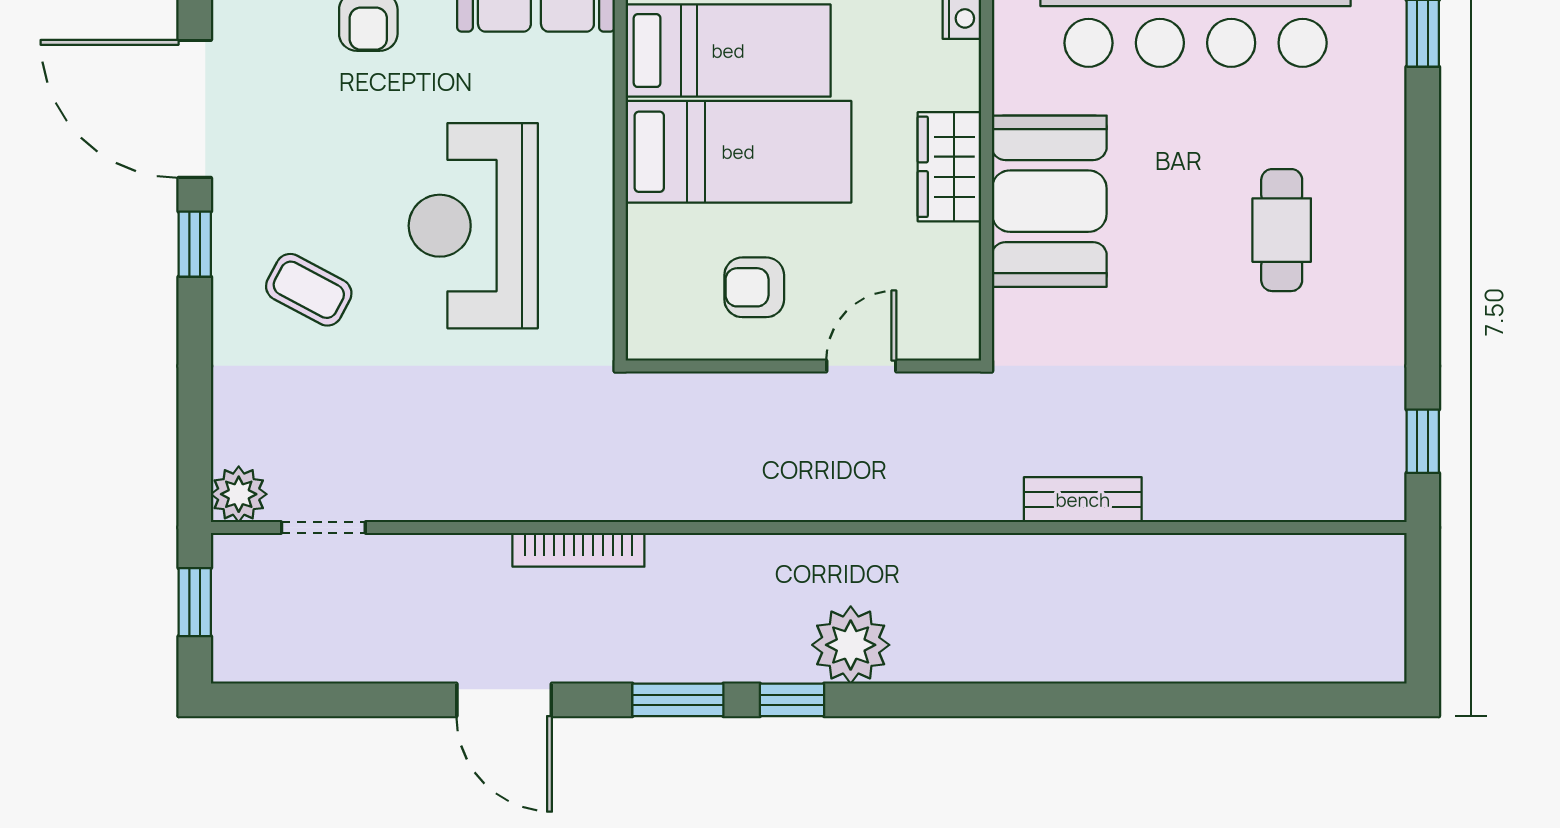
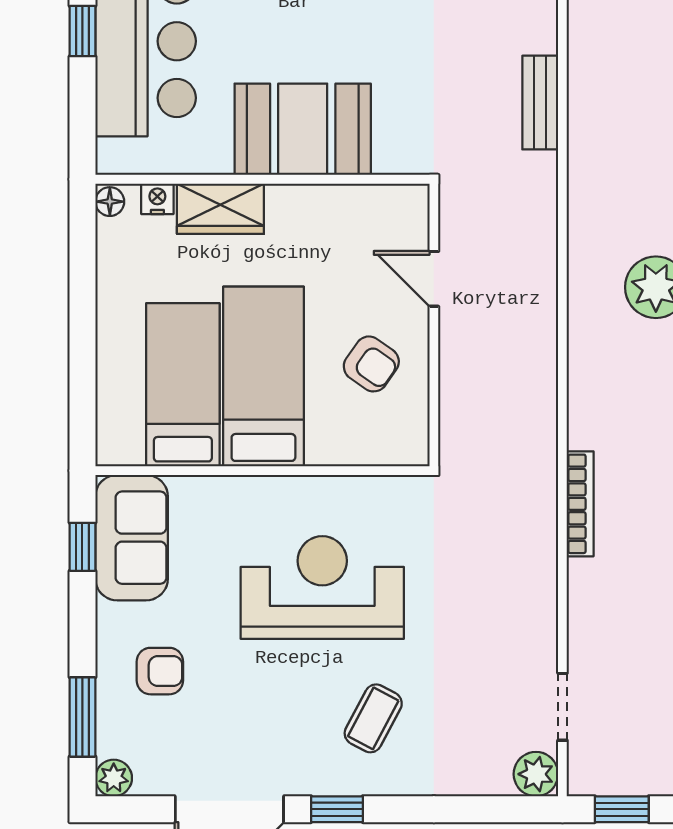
wardrobe: (949, 167) -> (220, 209), moved
reception desk: (473, 226) -> (322, 587), turned 180
armchair: (754, 287) -> (371, 364), turned -55

